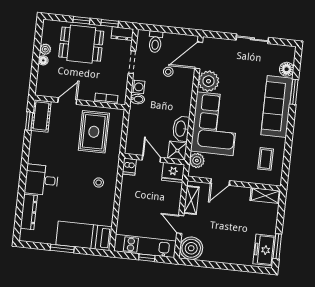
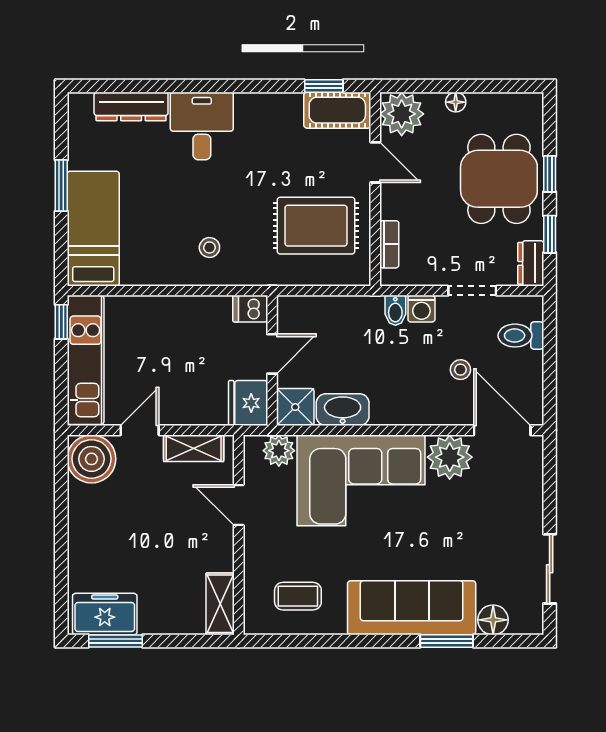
sliding door: (252, 39) -> (550, 569), moved
plant: (45, 49) -> (402, 114), moved, width x1.87, depth x1.87
window: (147, 258) -> (61, 322), moved

